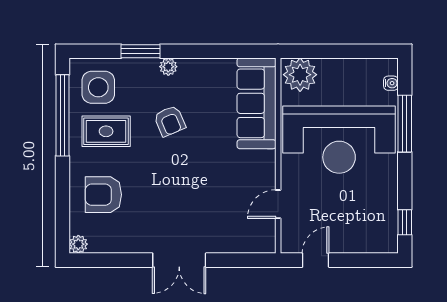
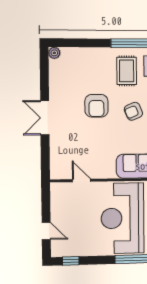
armchair: (103, 195) -> (96, 106), moved, turned 180
door: (316, 260) -> (46, 231), moved

